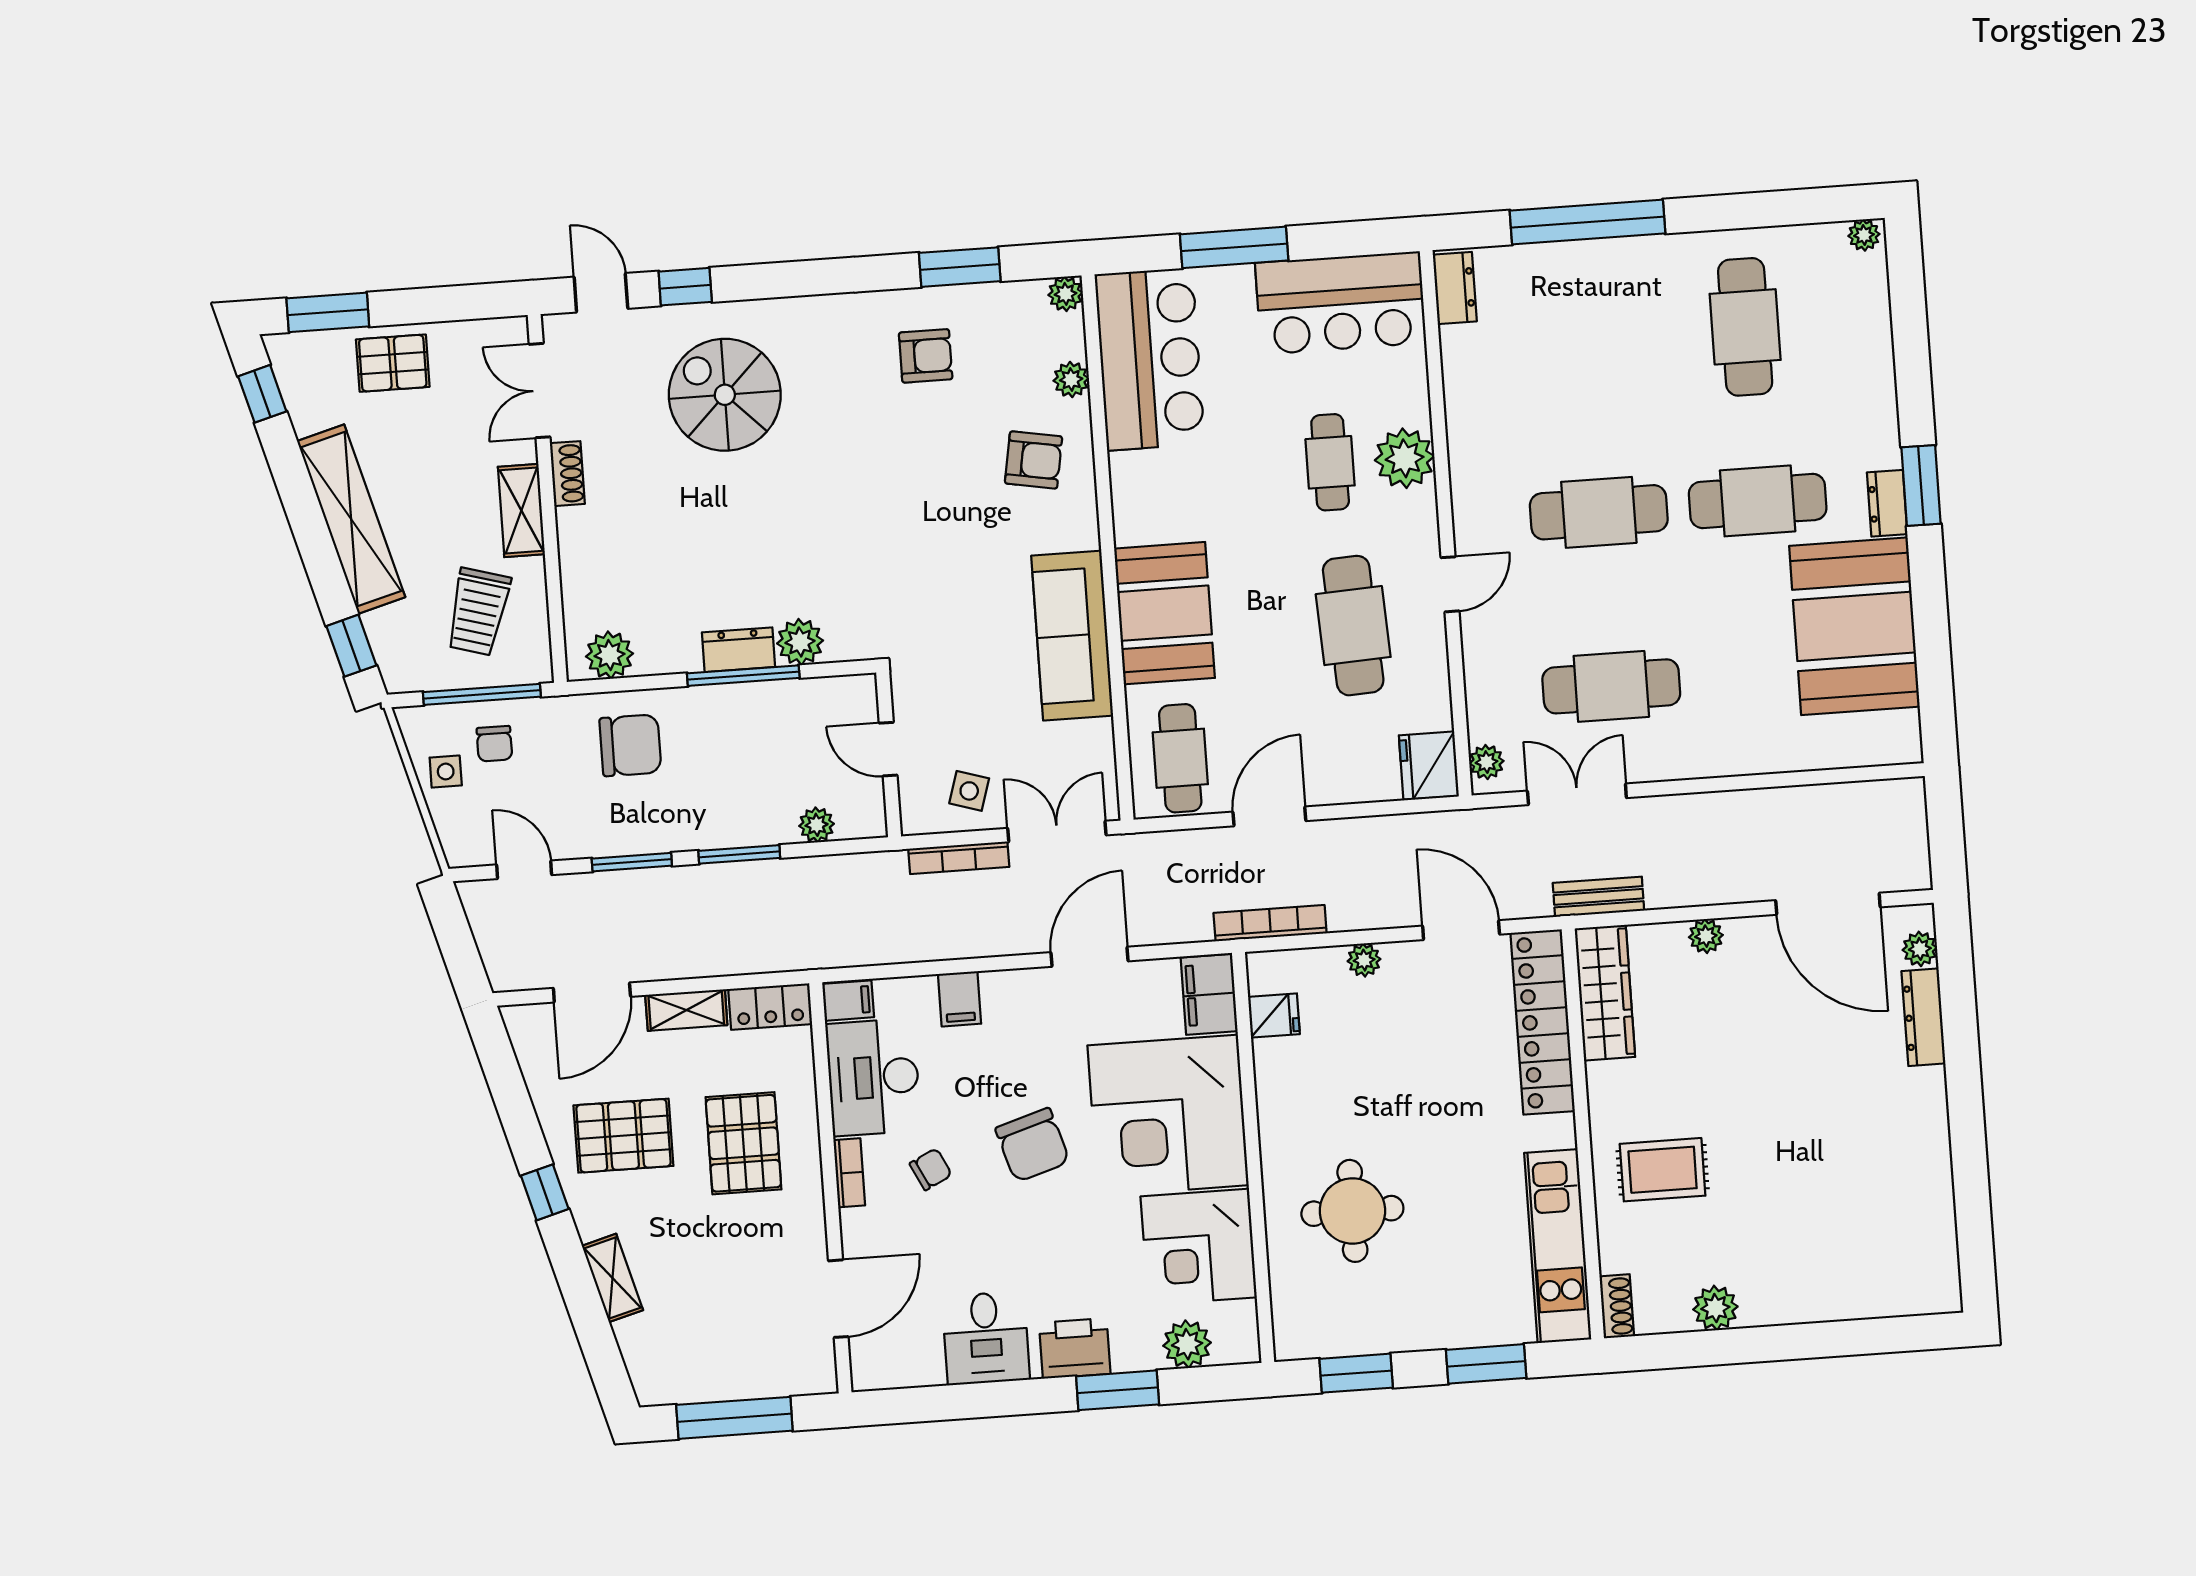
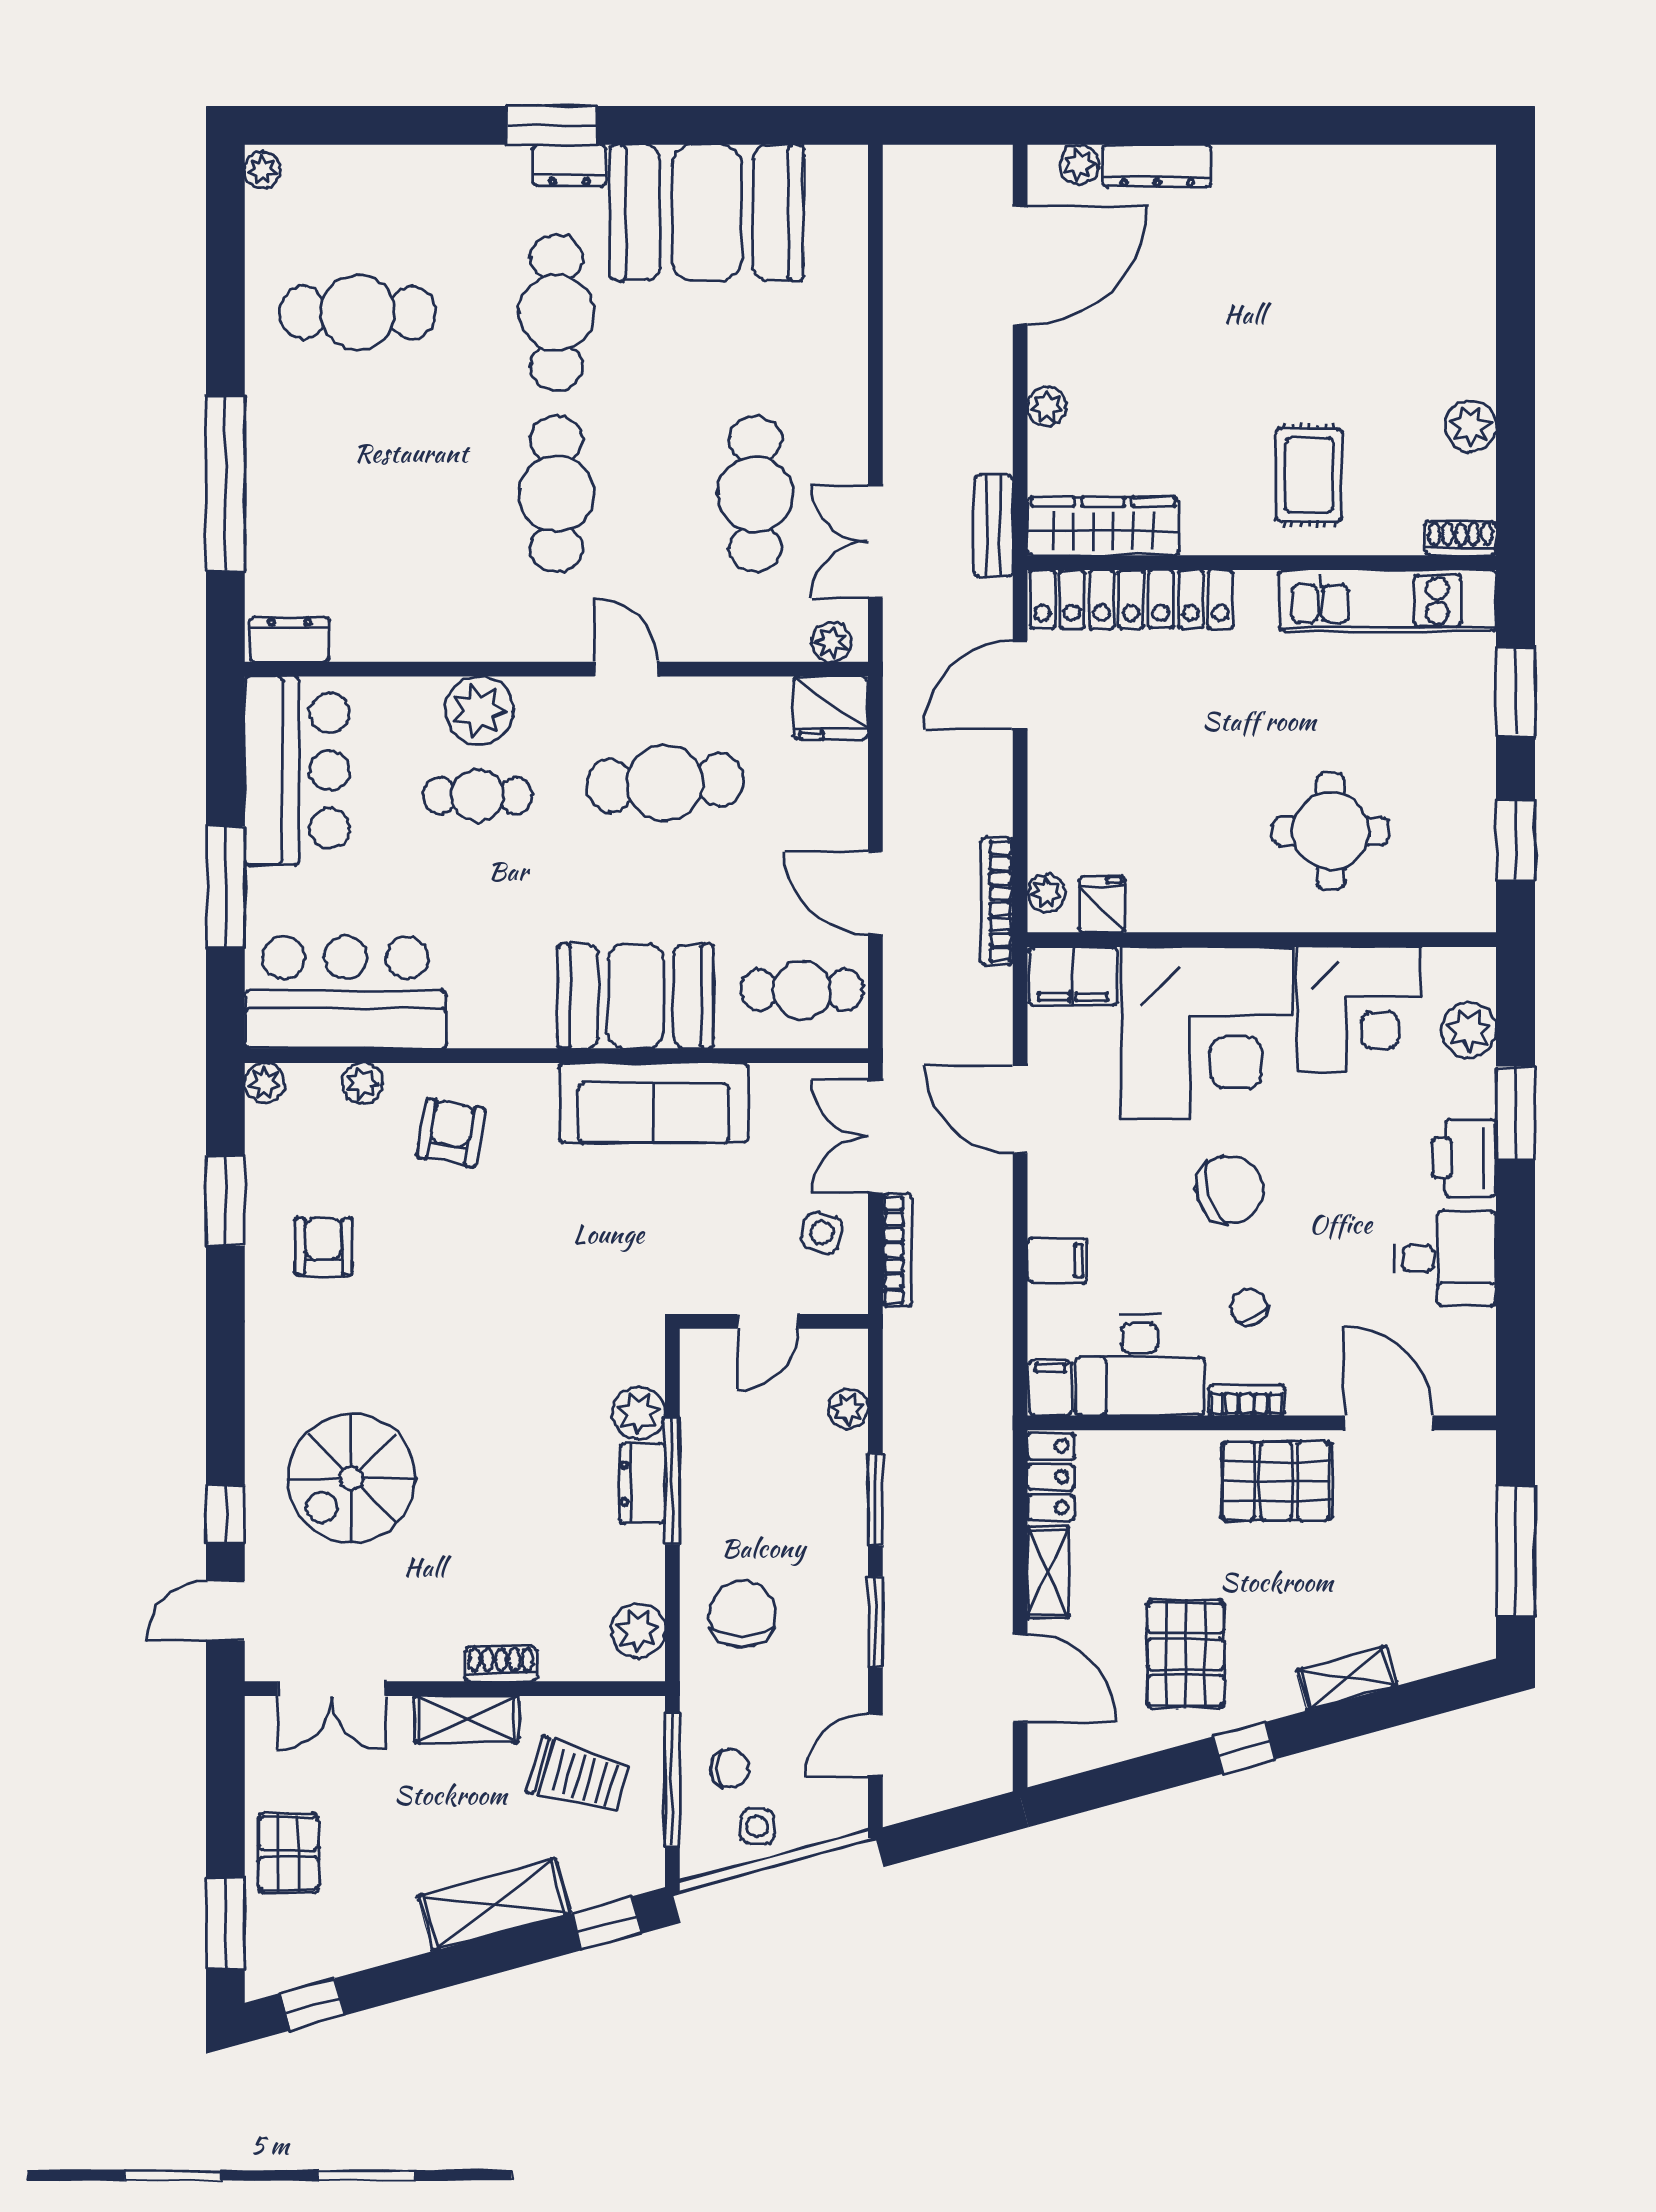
shoe rack: (567, 474) -> (501, 1664), moved
shelving: (351, 519) -> (494, 1905), width x0.68
plant: (1364, 960) -> (1046, 893), moved
pallet: (743, 1143) -> (1276, 1481), moved

